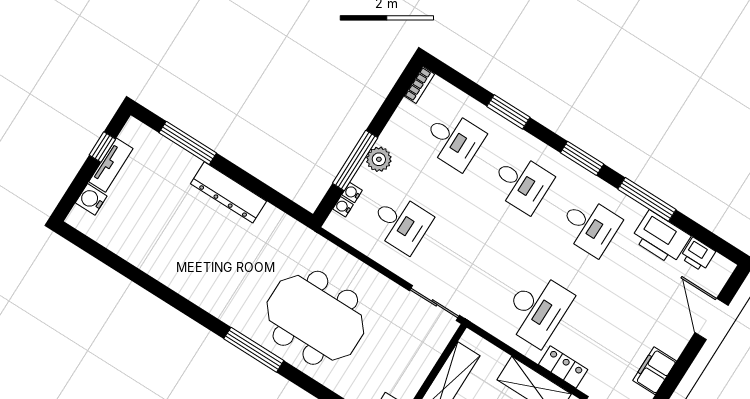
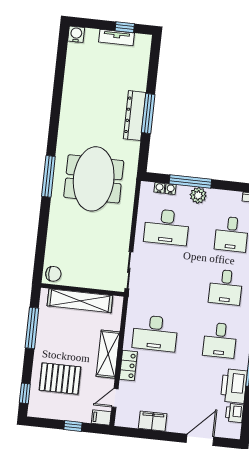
window: (188, 143) -> (148, 113), moved
water cooler: (91, 199) -> (76, 34), moved
desk: (401, 223) -> (167, 227), width x1.37
meeting table: (315, 318) -> (94, 179), moved

